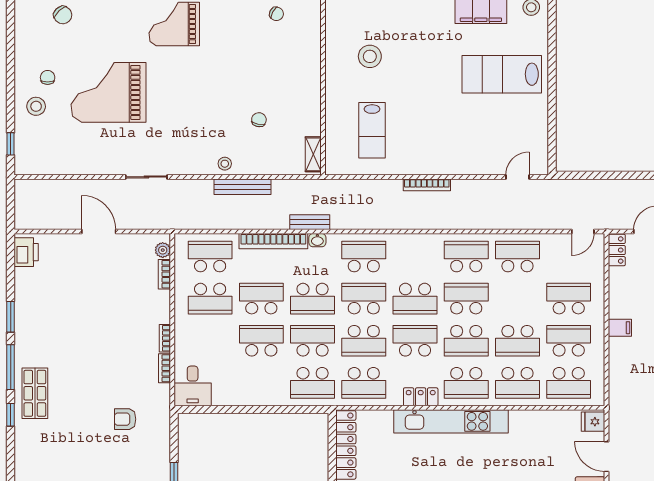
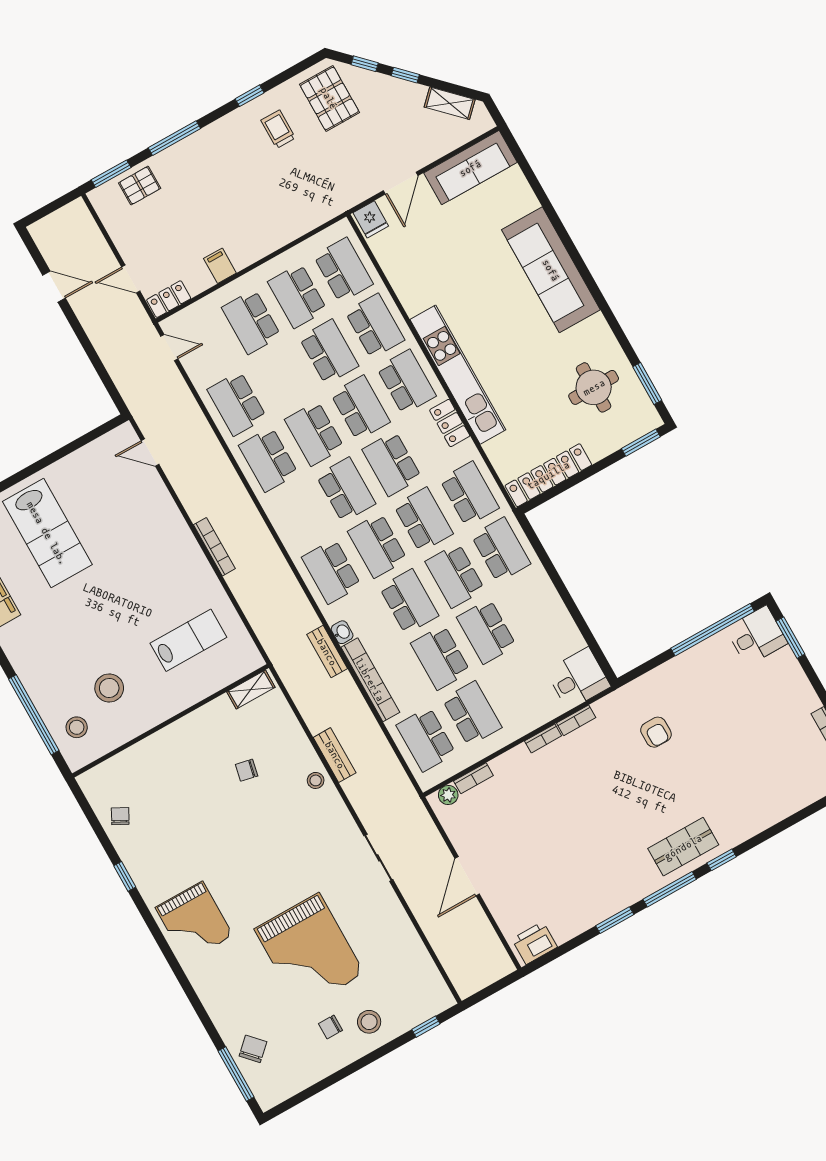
stool: (355, 18) -> (77, 727), added
bench: (243, 187) -> (335, 755), width x0.73
filing cabinet: (620, 328) -> (220, 266), moved

